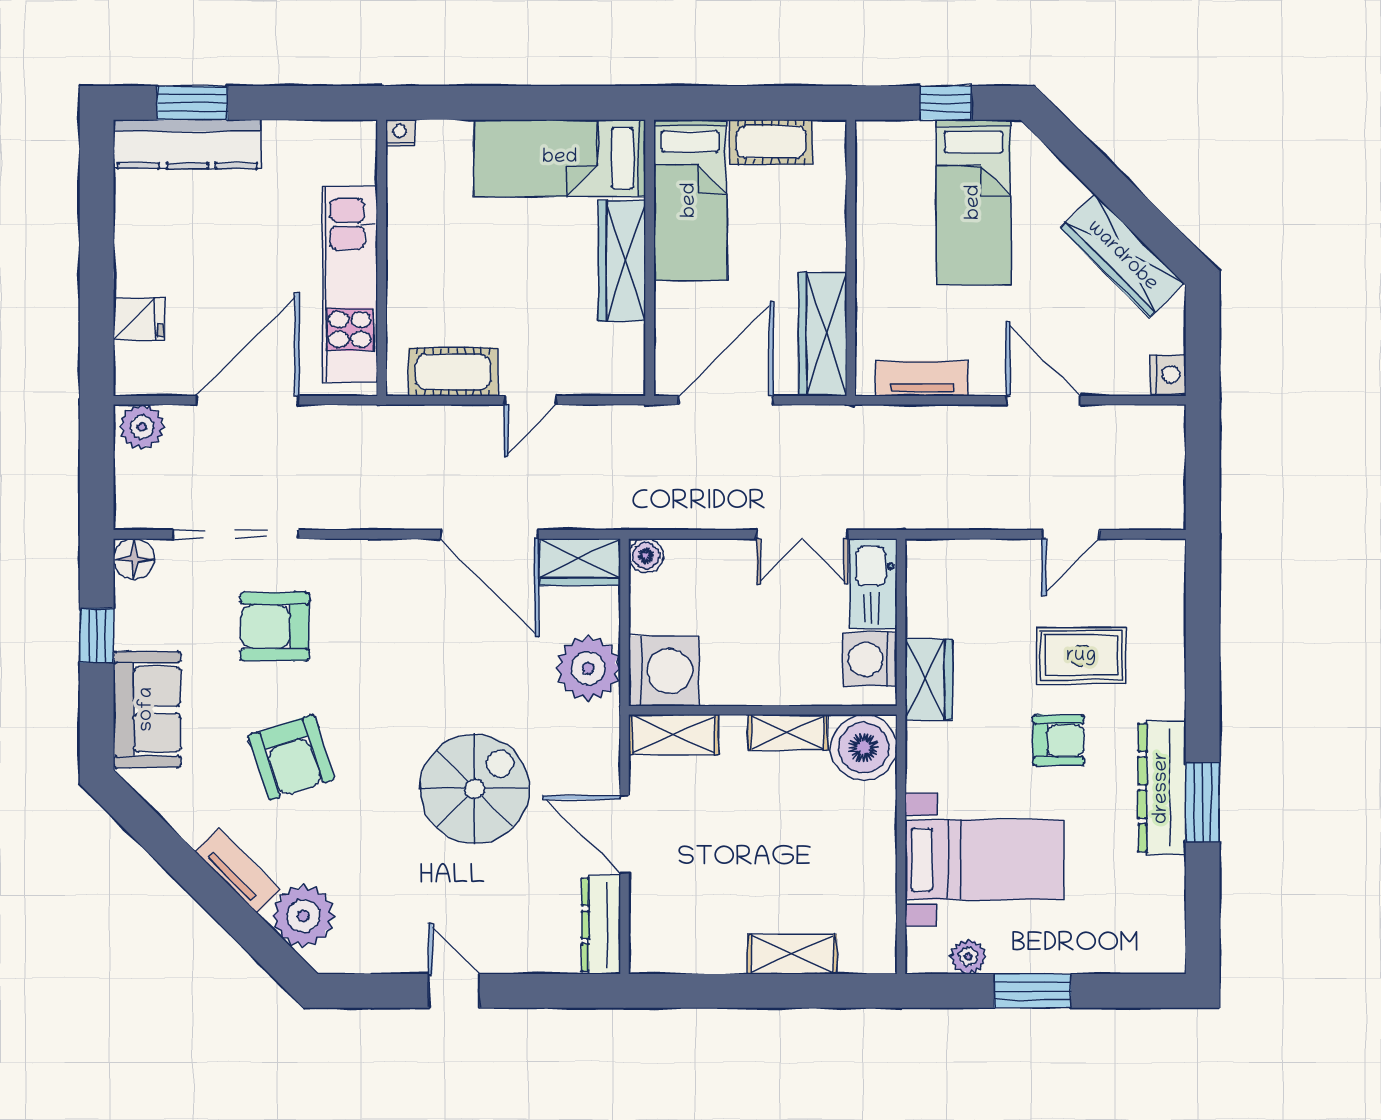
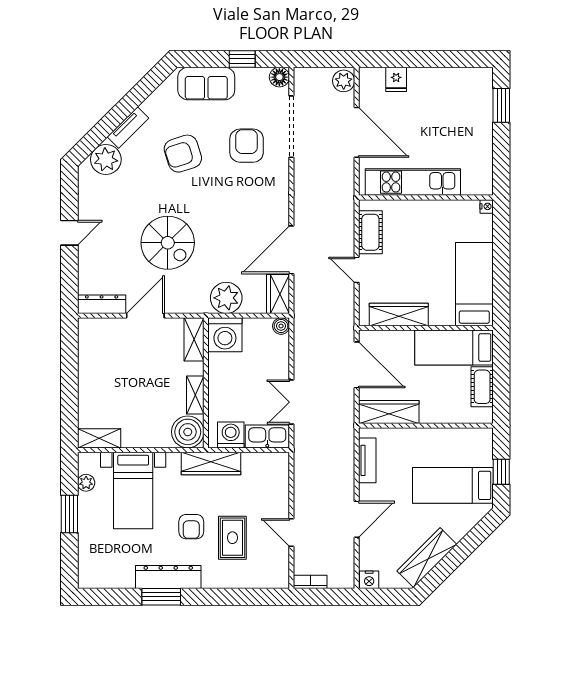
kitchen counter: (187, 144) -> (481, 103), removed
wardrobe: (622, 261) -> (399, 314), moved
bookcase: (1172, 496) -> (310, 582), added
wardrobe: (929, 679) -> (211, 464), width x1.50
shelving: (792, 954) -> (99, 438), moved, turned 90

